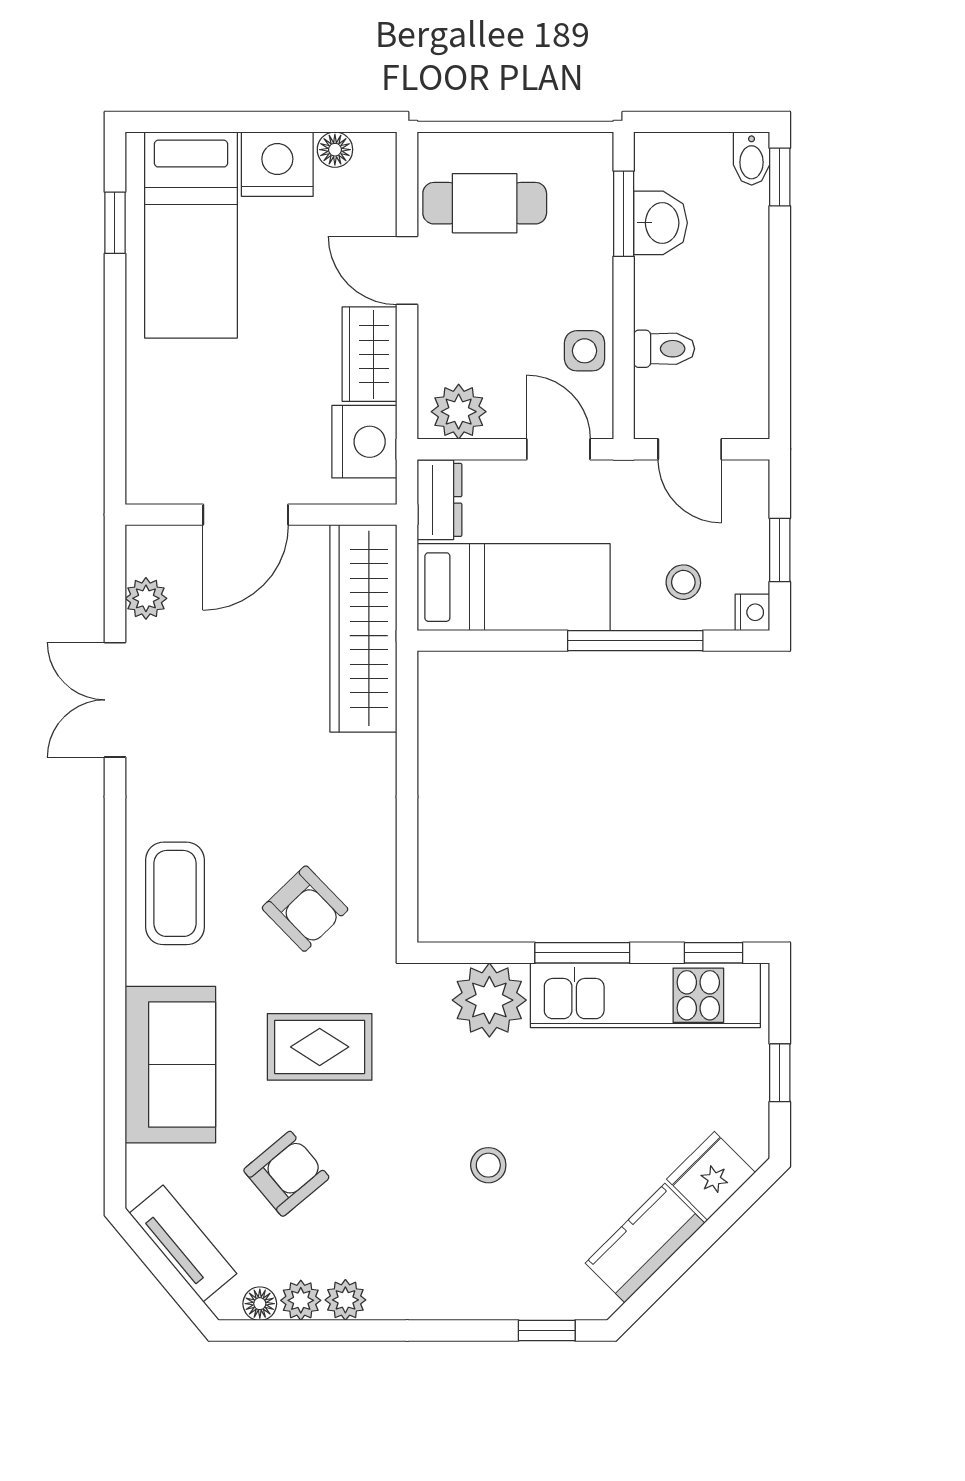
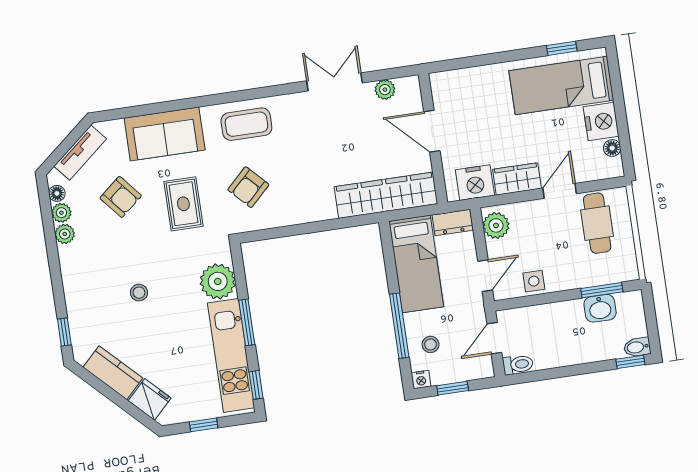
toilet: (664, 349) -> (518, 364), moved, turned -90

